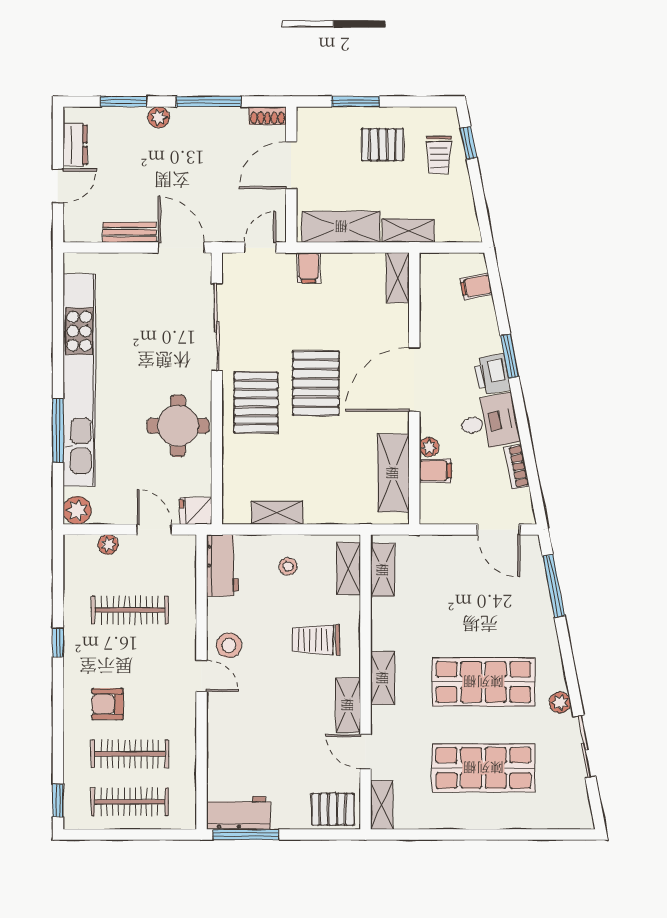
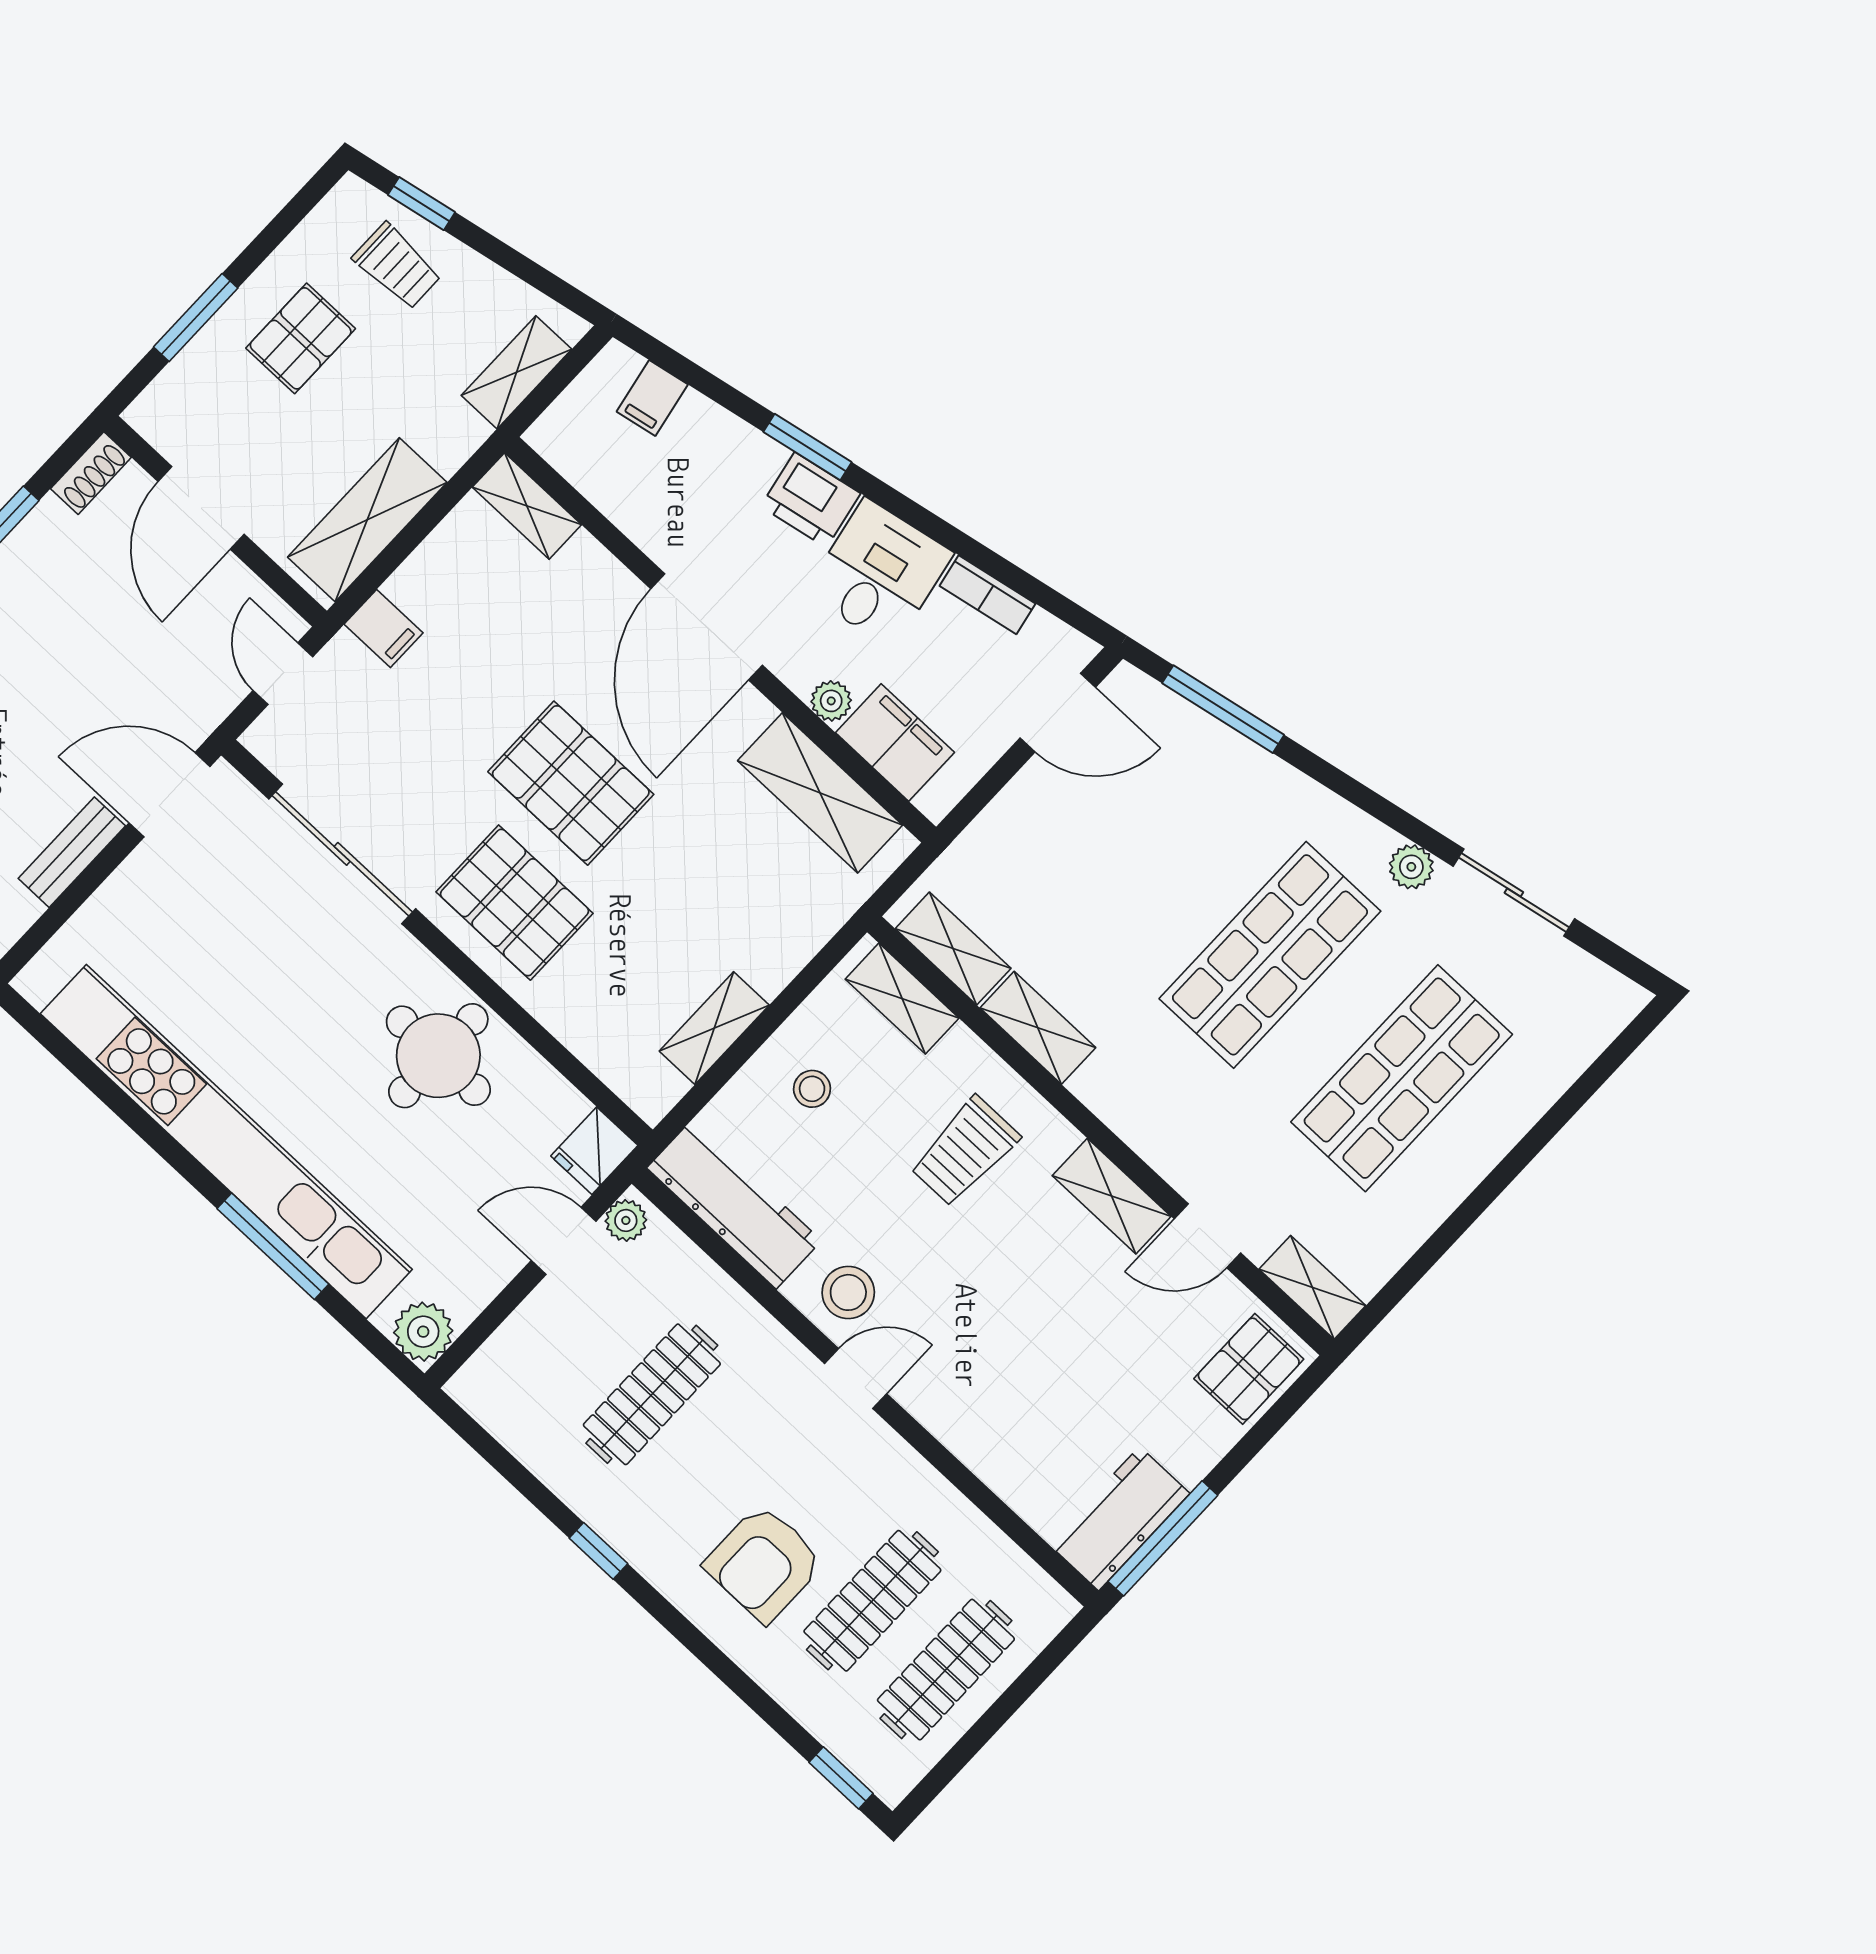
shelving: (408, 231) -> (516, 372), moved
filing cabinet: (435, 471) -> (895, 742), width x2.00
plant: (108, 545) -> (626, 1220), moved
workbench: (223, 565) -> (734, 1204), width x1.38
shelving: (383, 678) -> (1038, 1028), moved
armchair: (107, 704) -> (764, 1563), width x1.38, depth x1.38

